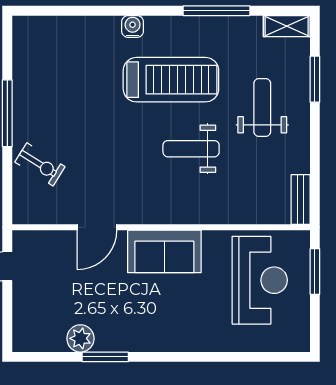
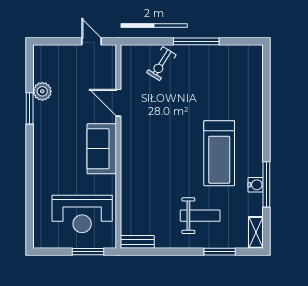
water cooler: (133, 26) -> (256, 185), moved
weight bench: (191, 149) -> (172, 167), removed

